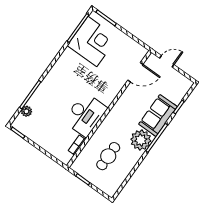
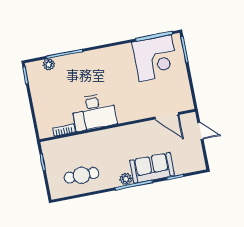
plant: (141, 140) -> (126, 179), width x0.53, depth x0.53
cafe table: (108, 156) -> (82, 175), moved

